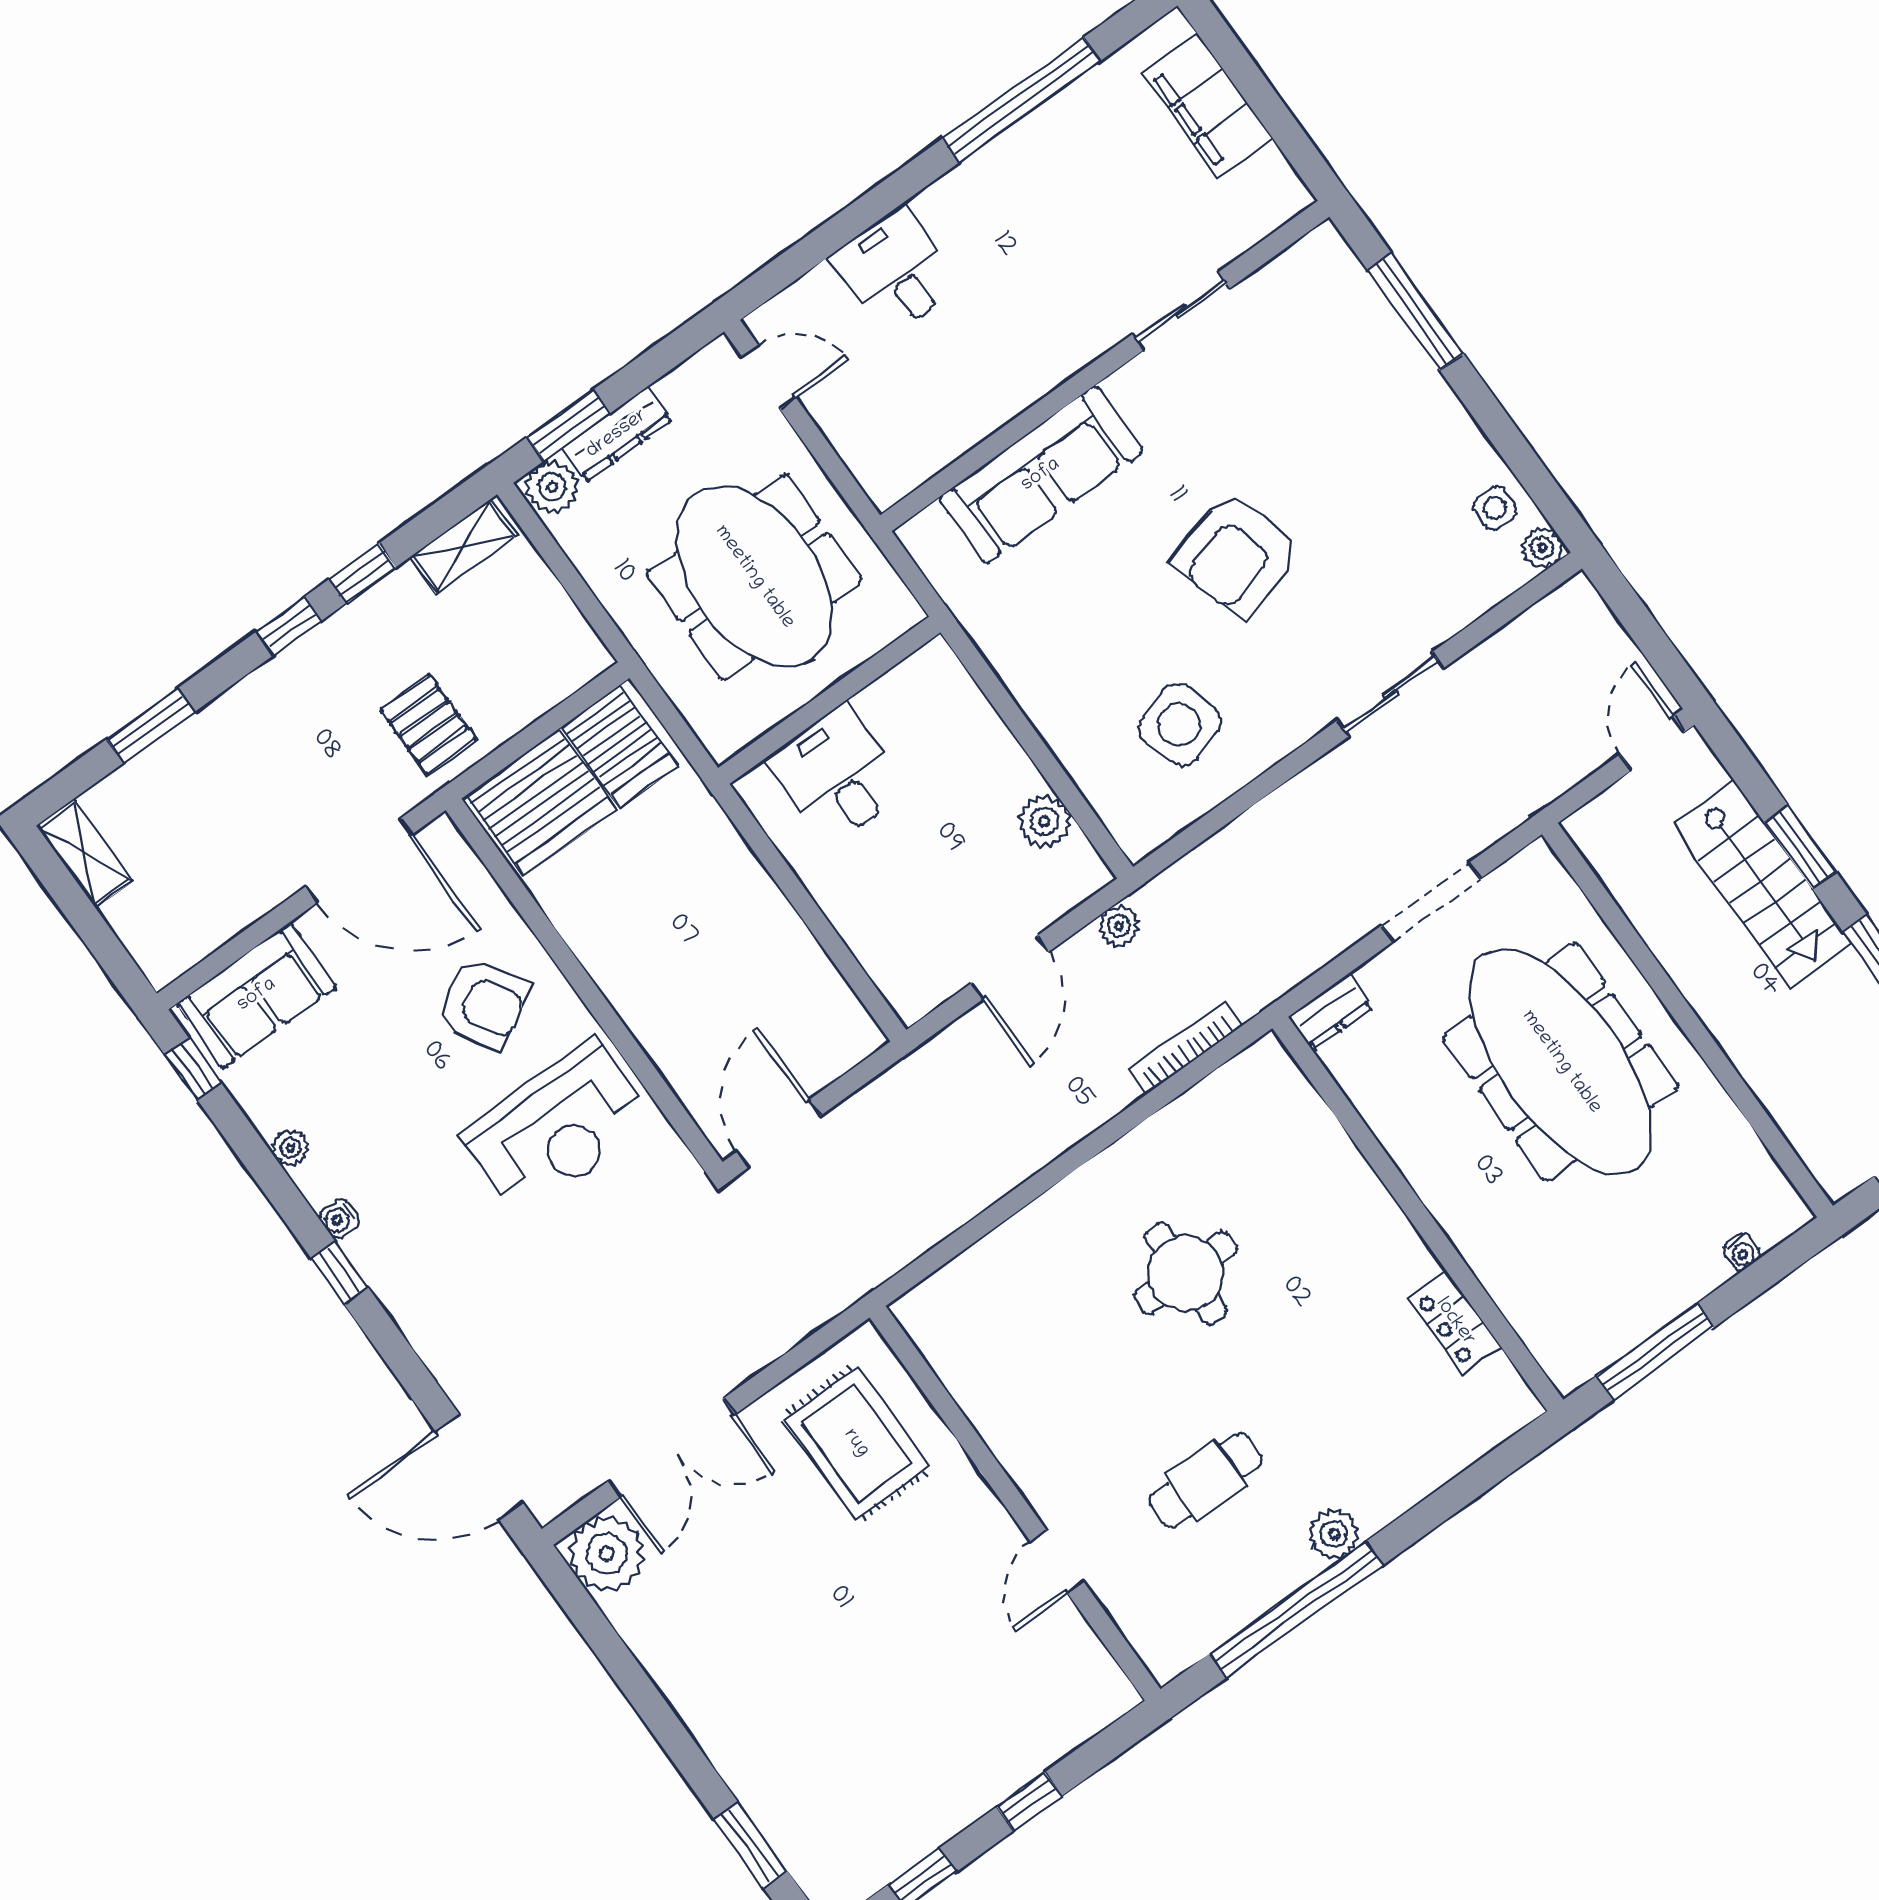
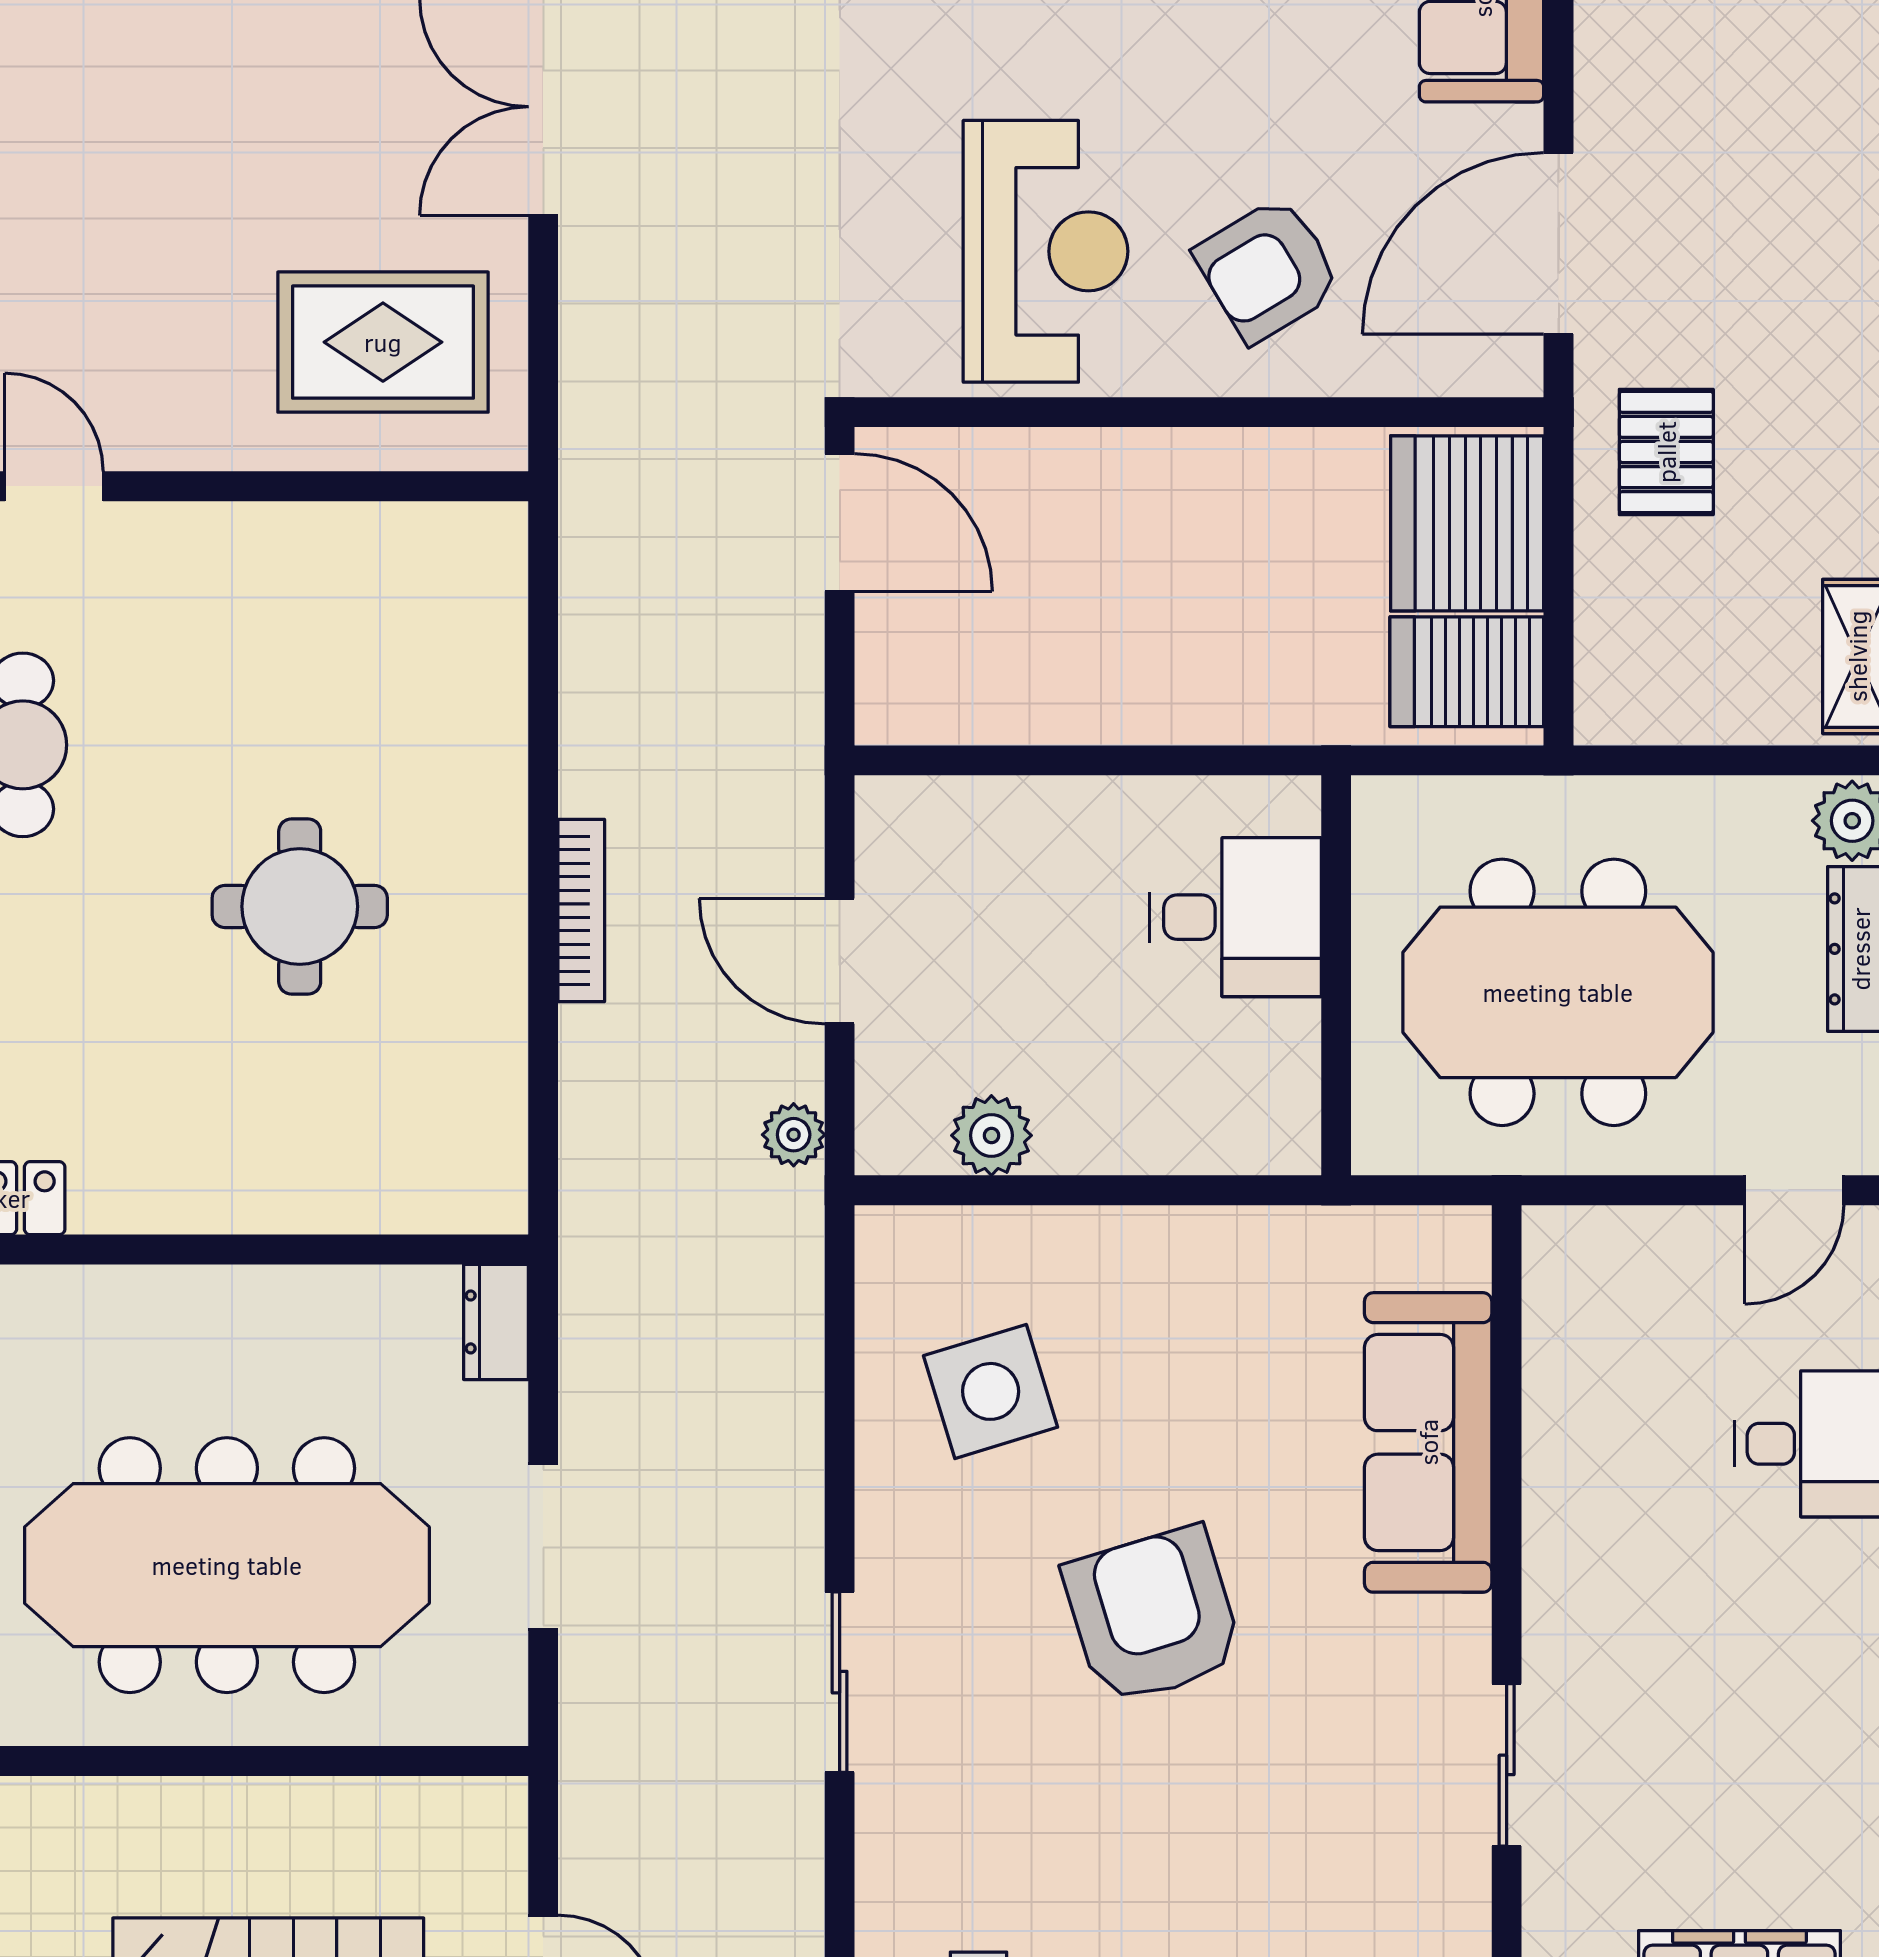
pallet: (428, 724) -> (1666, 452), turned 90
bookcase: (1185, 1048) -> (581, 911), moved
reception desk: (557, 1128) -> (1046, 251), turned 180

